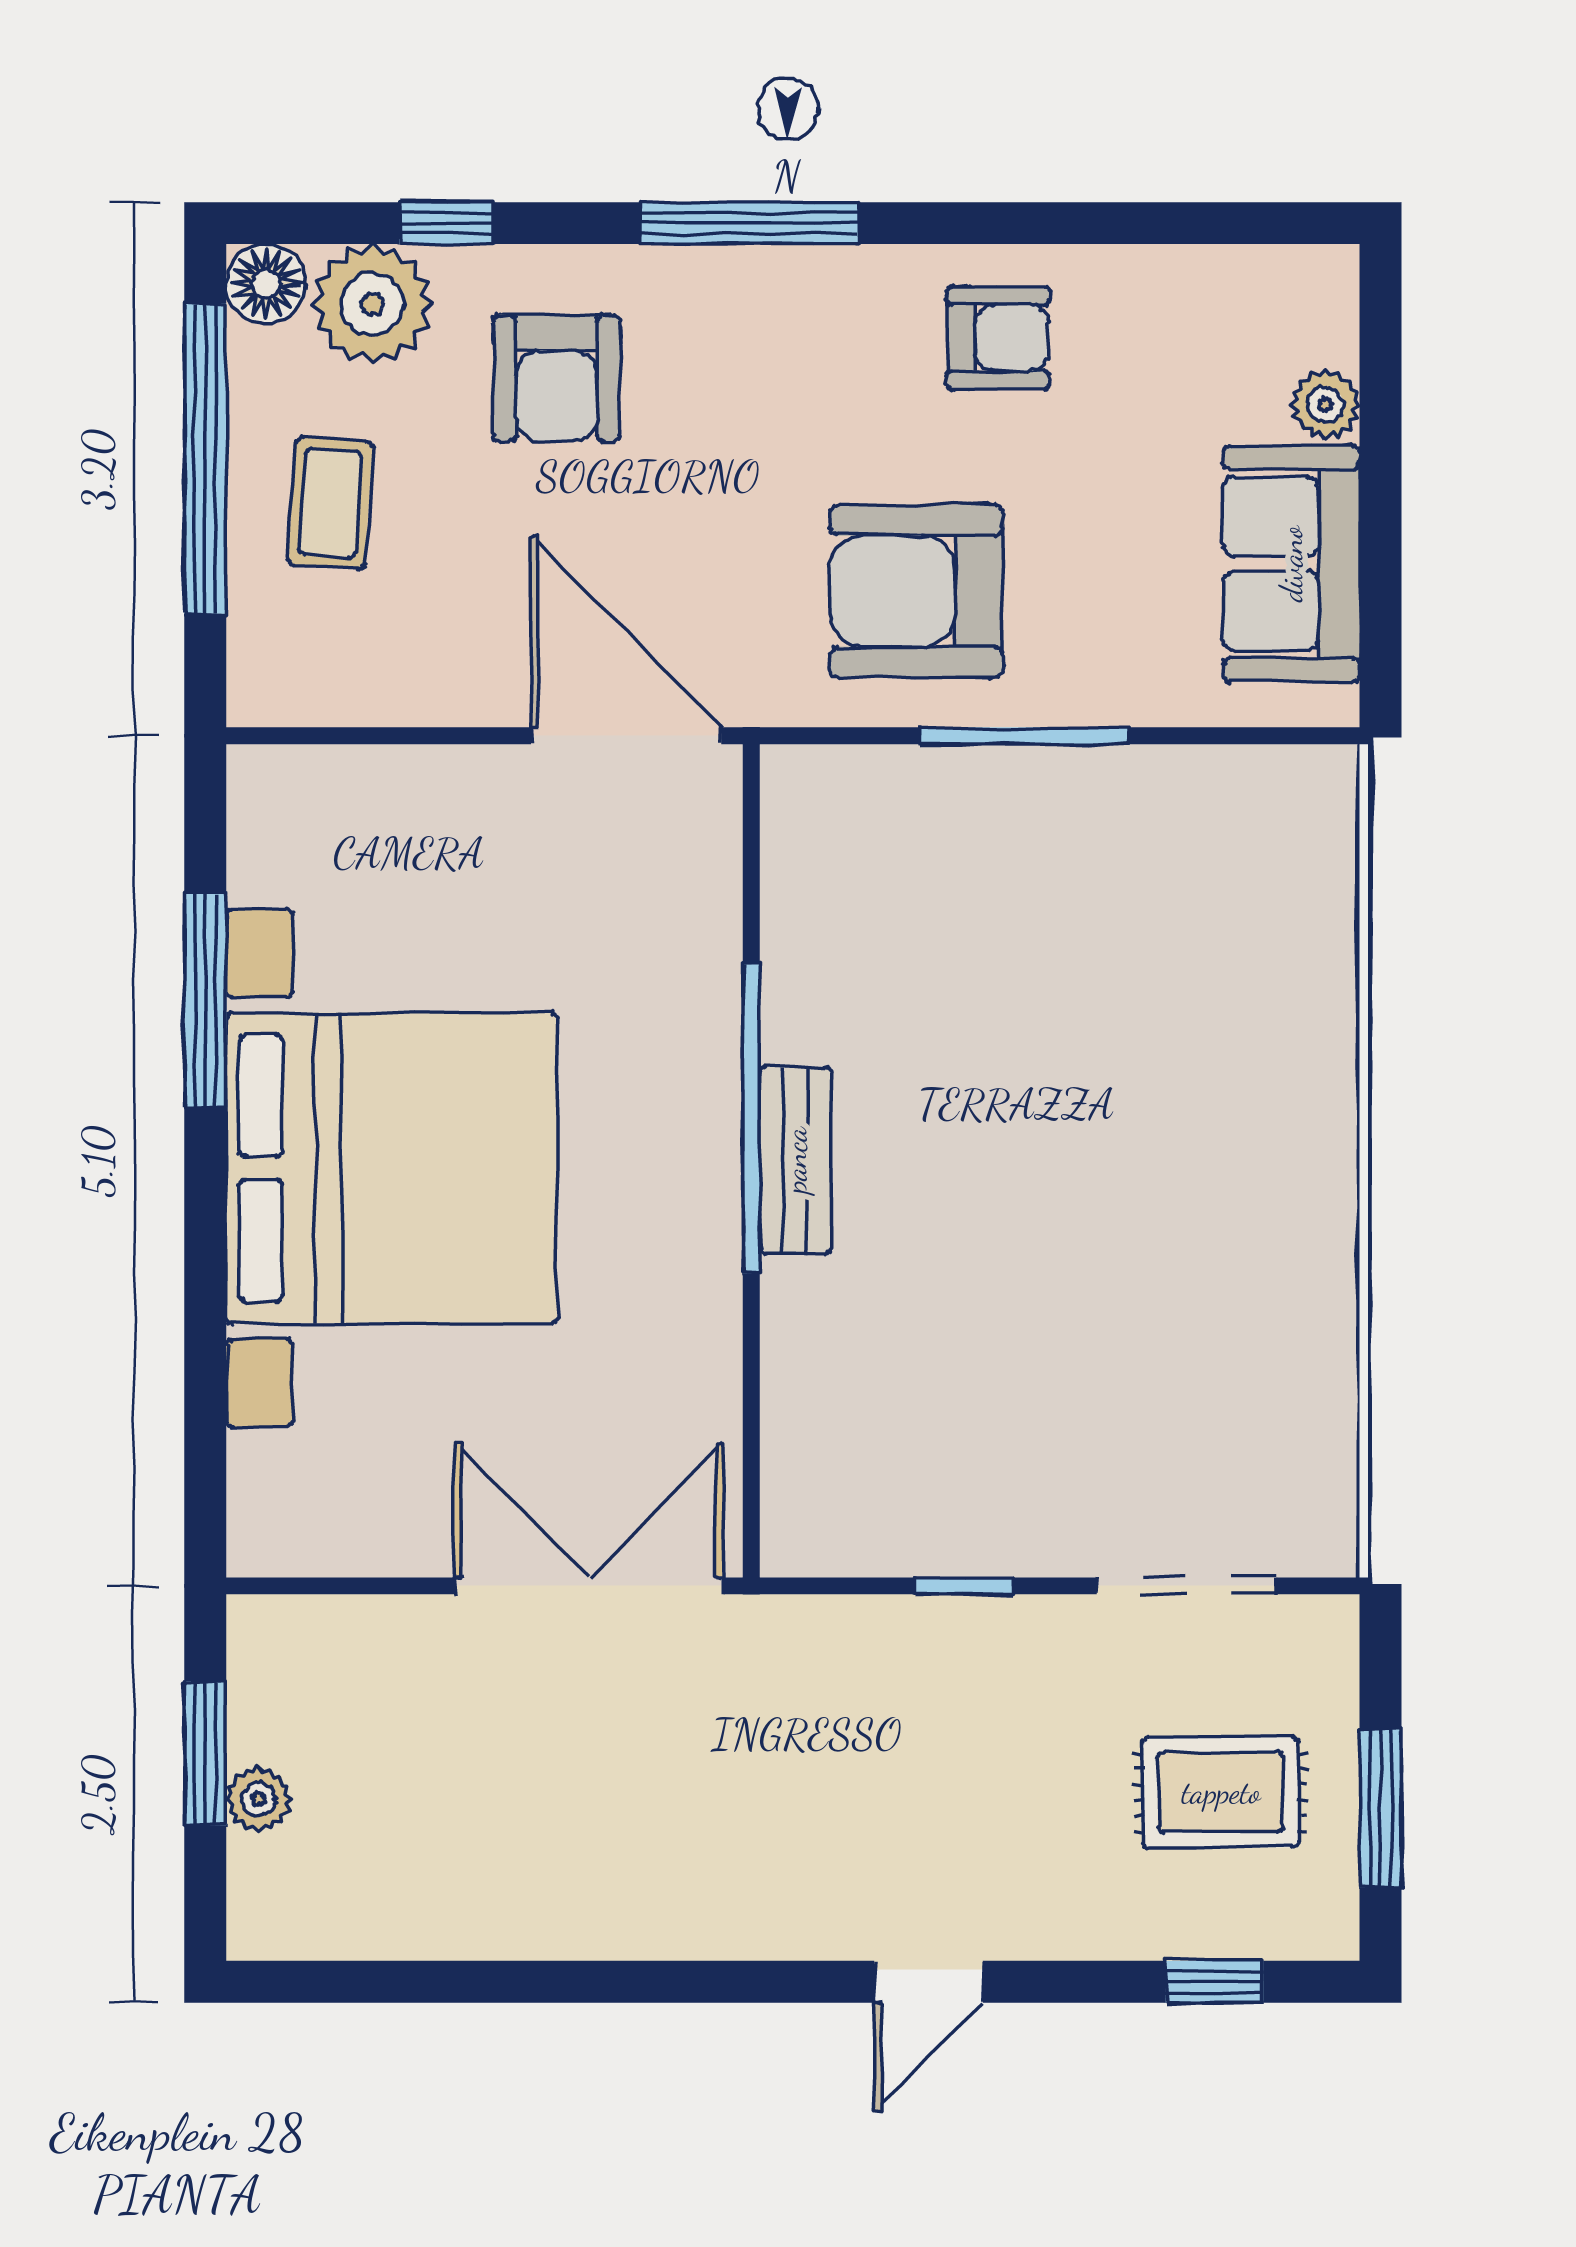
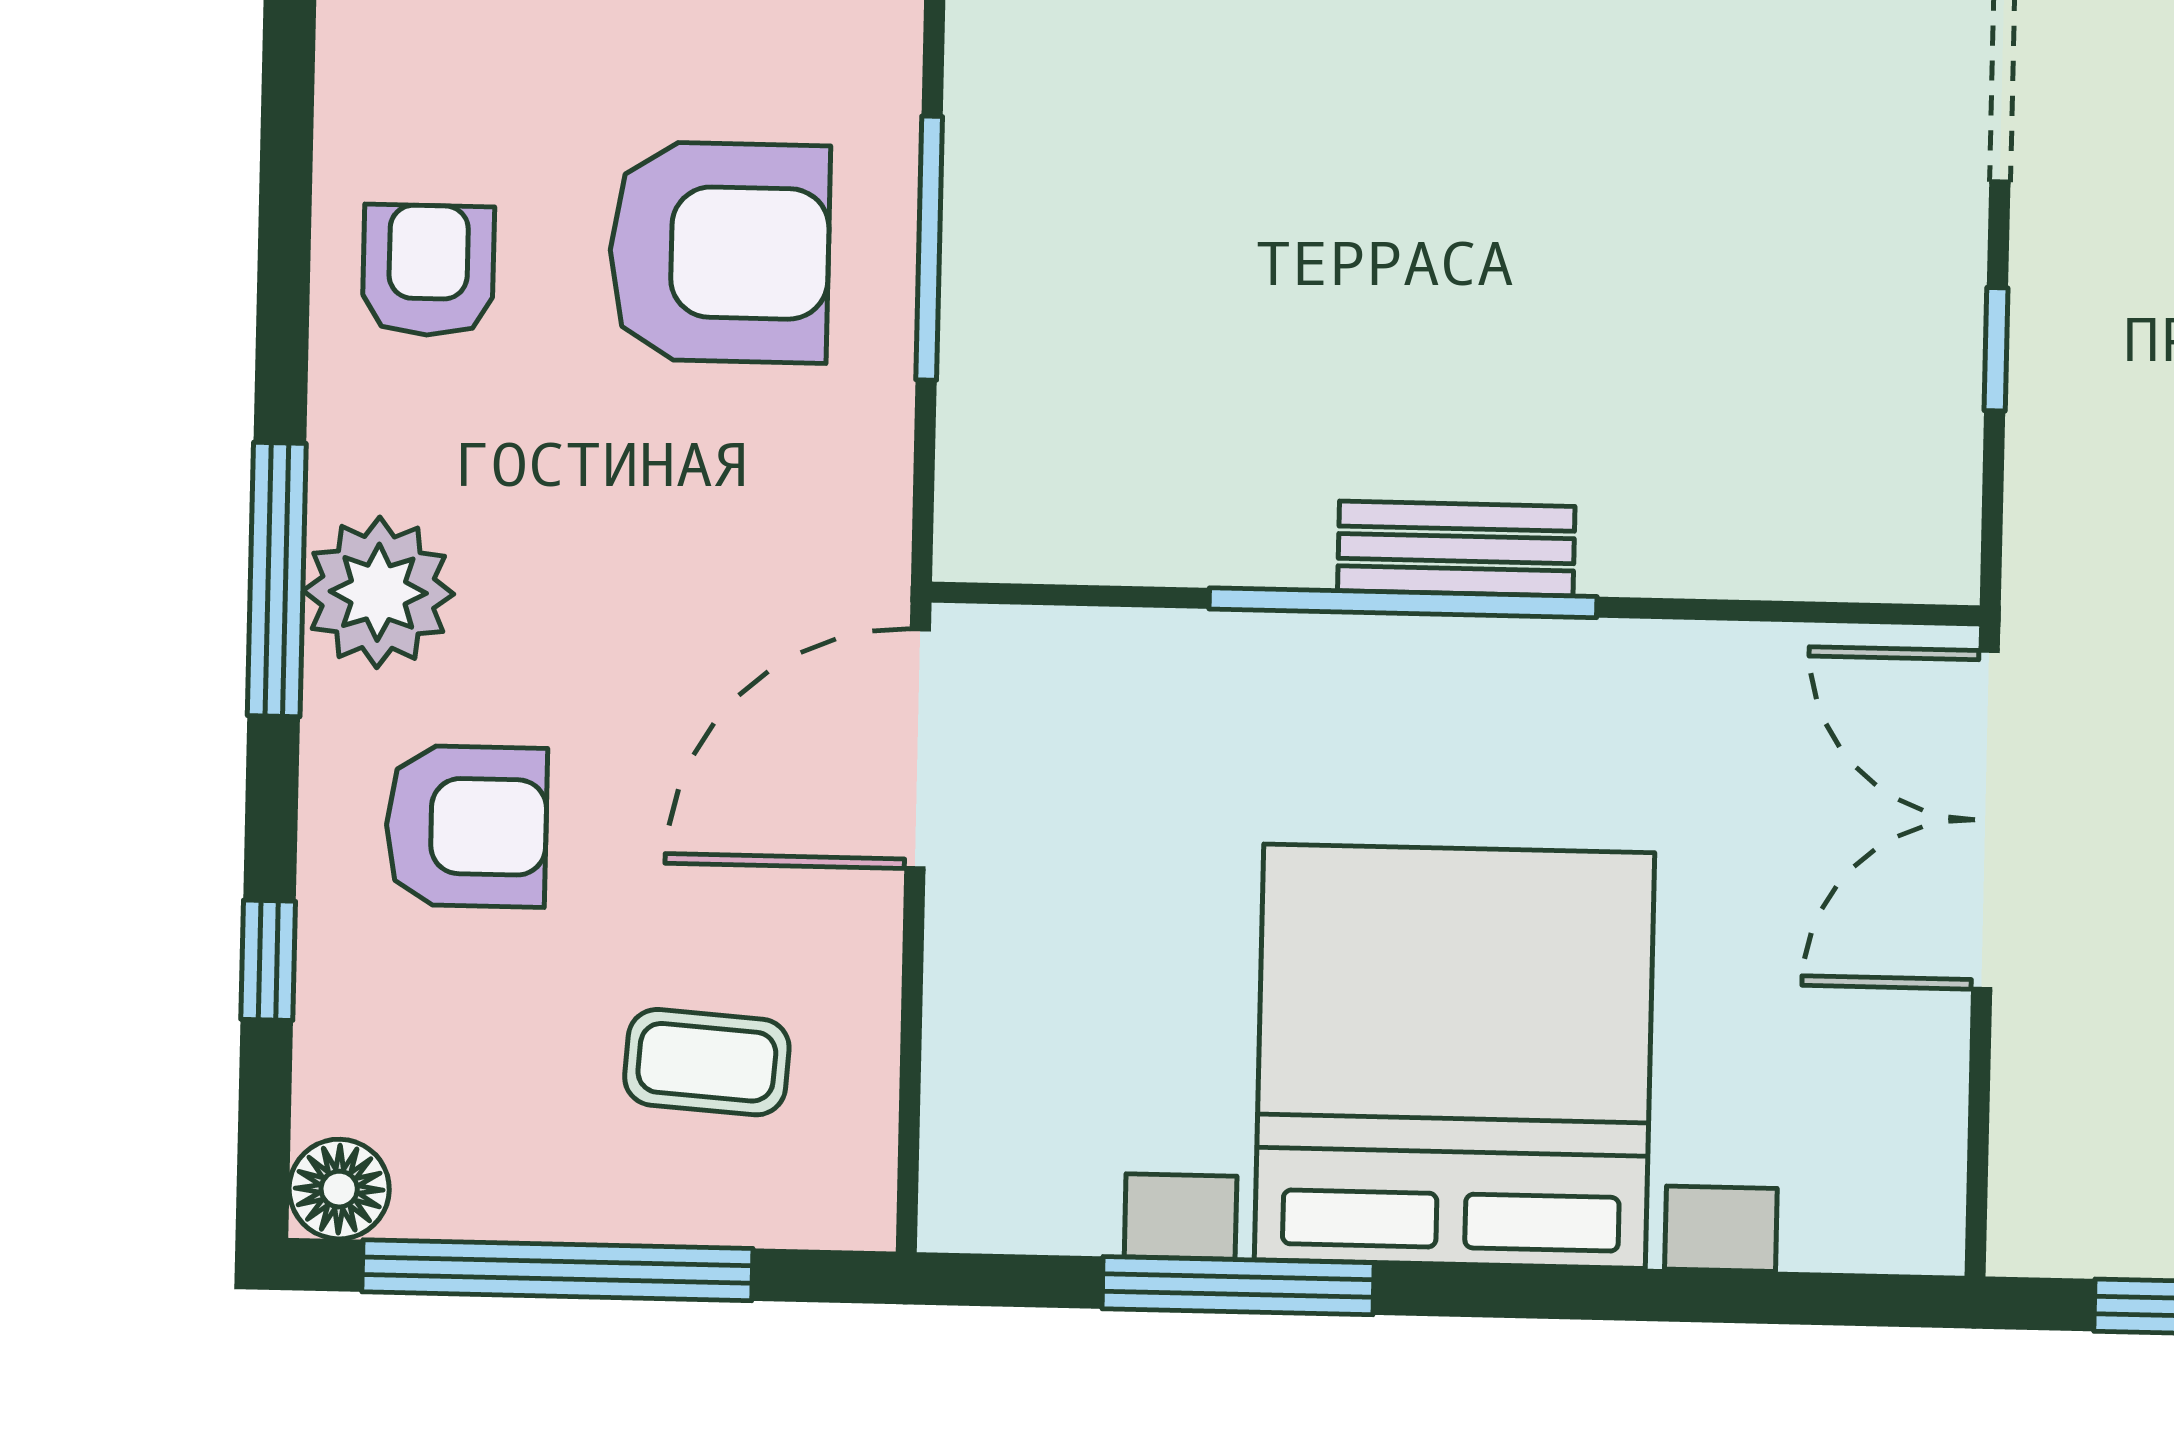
plant: (372, 304) -> (378, 592), moved
coffee table: (330, 503) -> (707, 1062), moved
armchair: (916, 591) -> (719, 252), moved, turned -90

